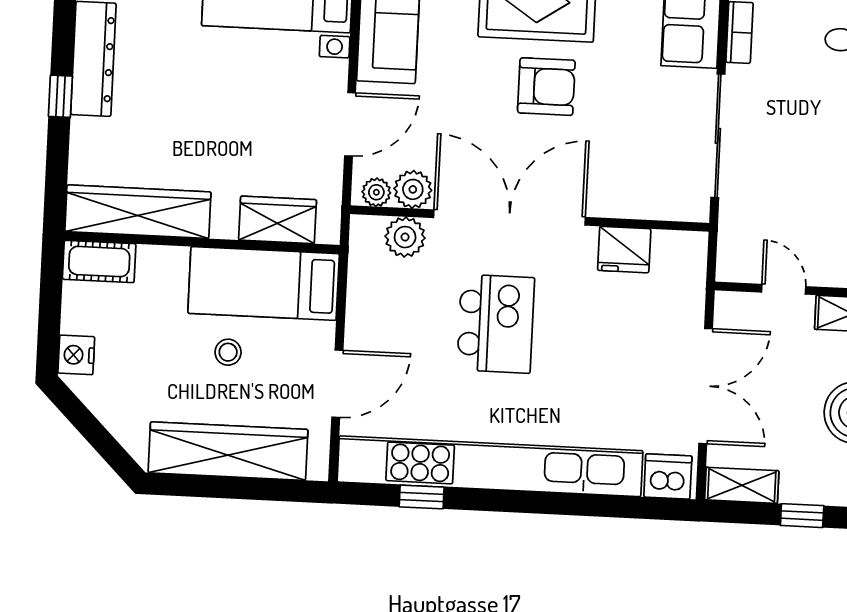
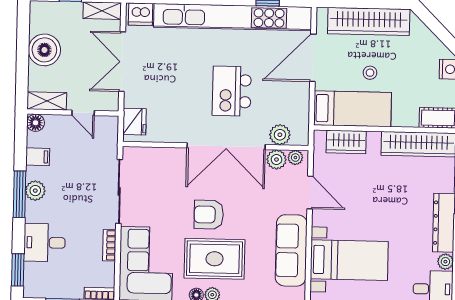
door: (350, 124) -> (310, 192), swing flipped
fridge: (624, 250) -> (134, 122), moved, turned 90
door: (337, 384) -> (313, 58), width x1.36

